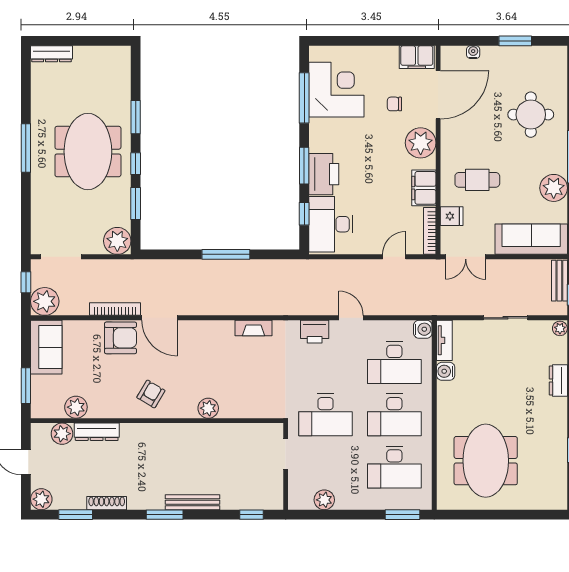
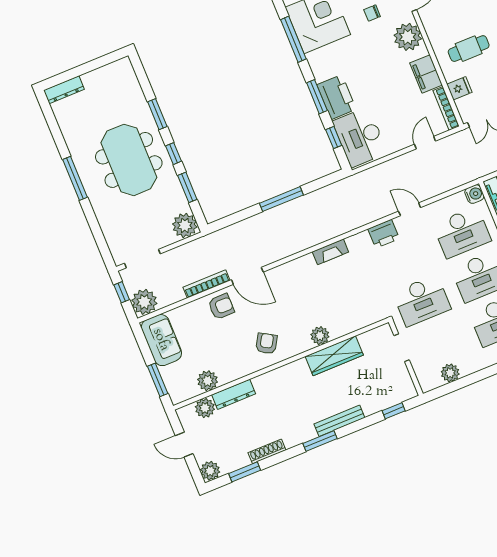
armchair: (120, 338) -> (221, 306), width x0.72, depth x0.72
wardrobe: (214, 434) -> (334, 356), added

